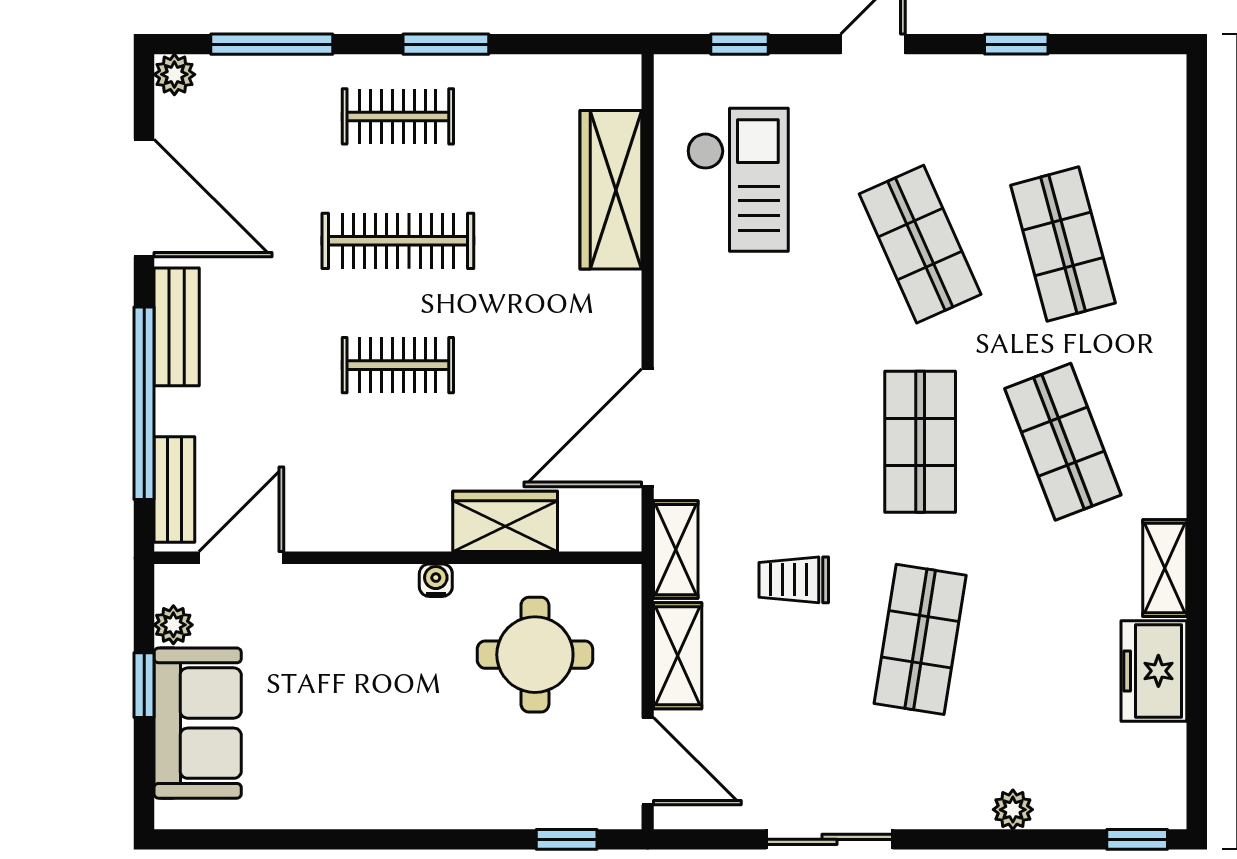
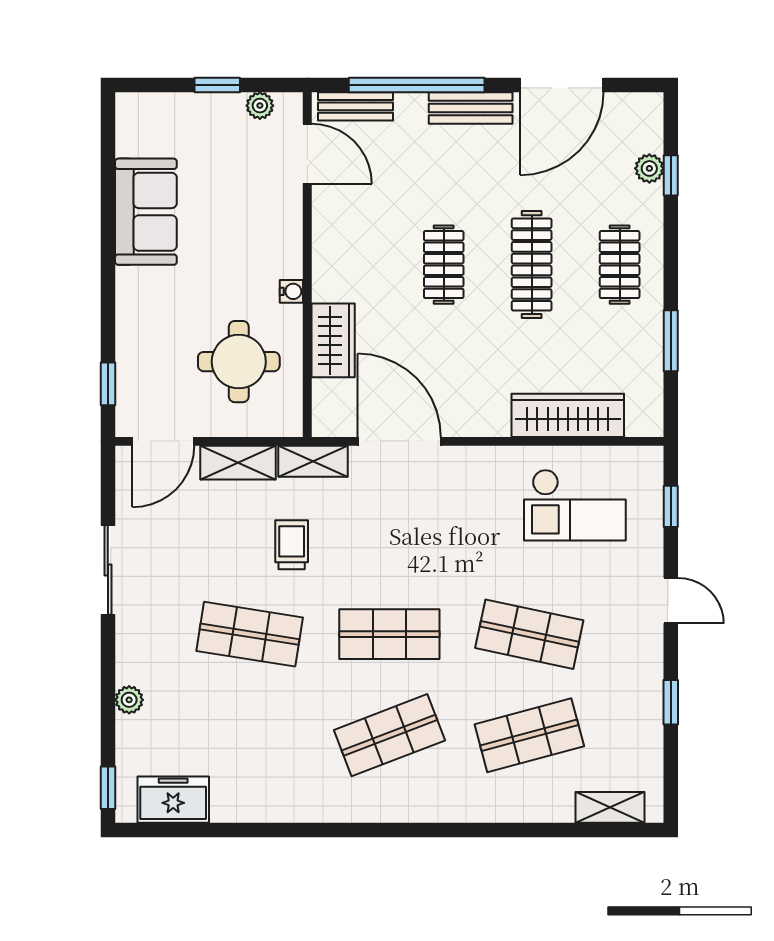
window: (272, 44) -> (671, 175), width x0.46
window: (446, 44) -> (671, 341), moved
plant: (174, 74) -> (649, 168), moved
shop shelf: (920, 244) -> (529, 634), turned 36
shelving: (1165, 568) -> (610, 807), moved
freezer: (1154, 671) -> (173, 800), moved
sofa: (198, 723) -> (146, 212), moved, turned -90

